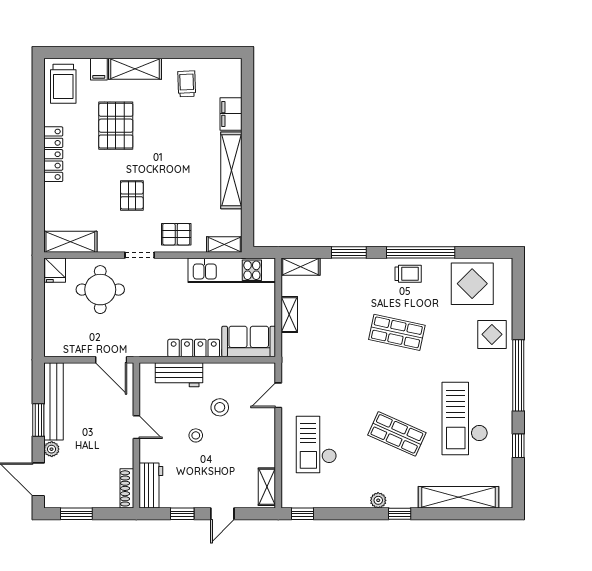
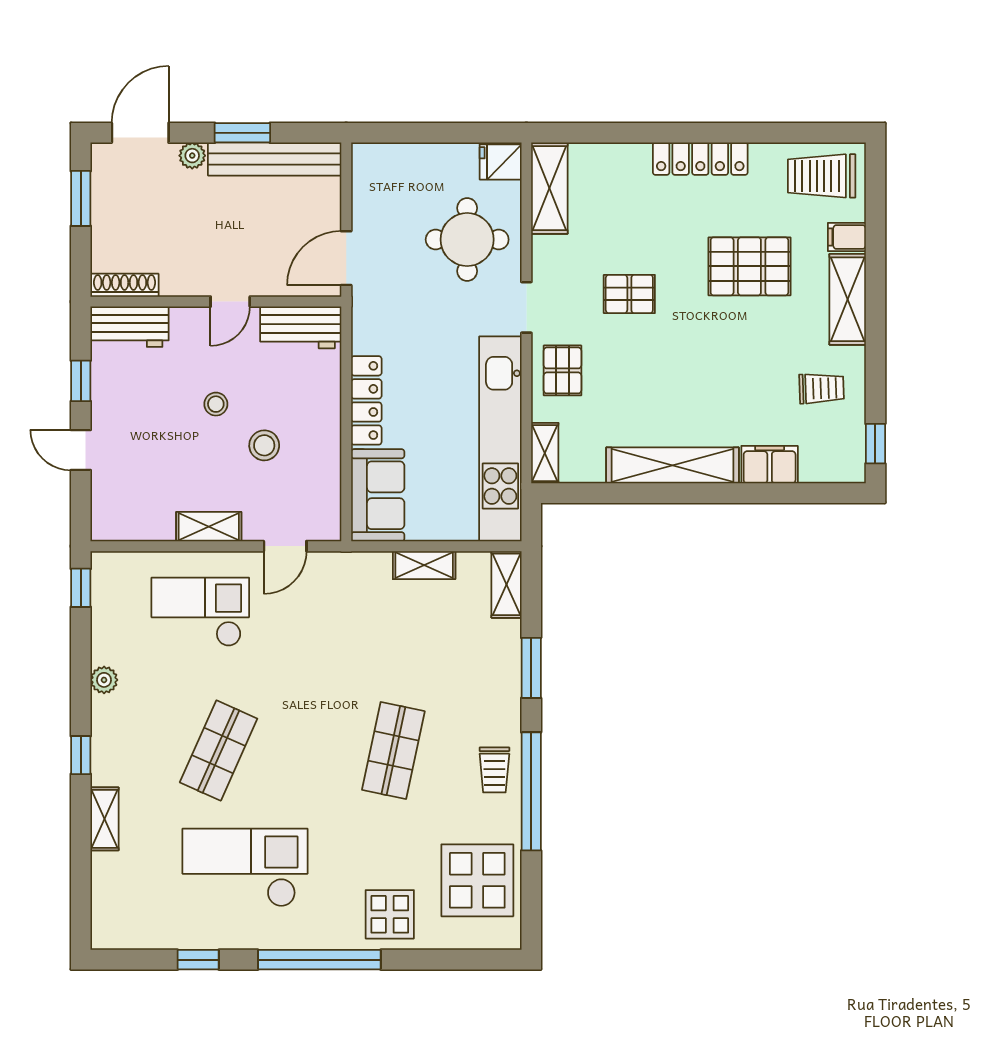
window: (219, 53) -> (875, 444), added
kitchen unit: (232, 270) -> (500, 439), width x1.36
workbench: (179, 375) -> (301, 327), moved, turned -90
door: (278, 395) -> (285, 546), swing flipped
shelving: (267, 487) -> (209, 527), moved
shelving: (458, 497) -> (105, 819), width x0.45, depth x0.75
plant: (378, 500) -> (104, 680), moved

